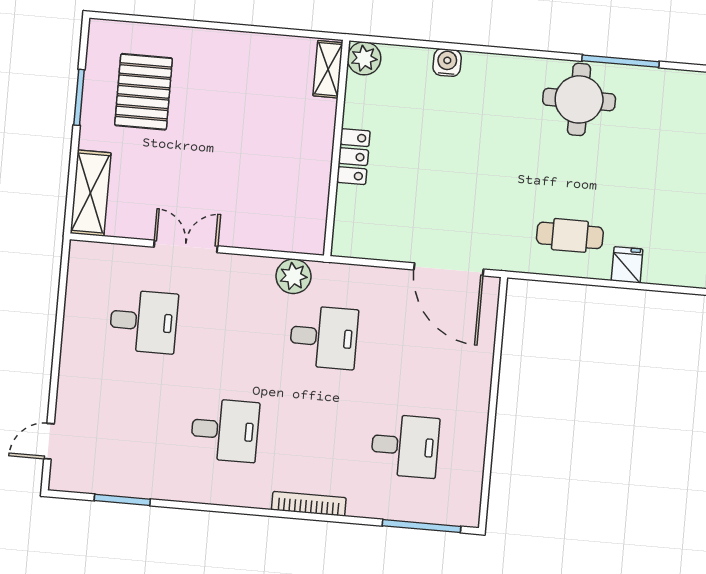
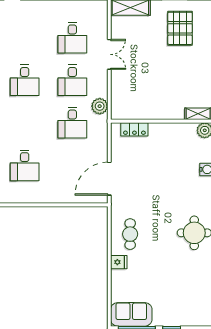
pallet: (144, 92) -> (180, 28), turned 90
locker: (353, 157) -> (134, 129), moved
desk: (234, 329) -> (72, 80), added

